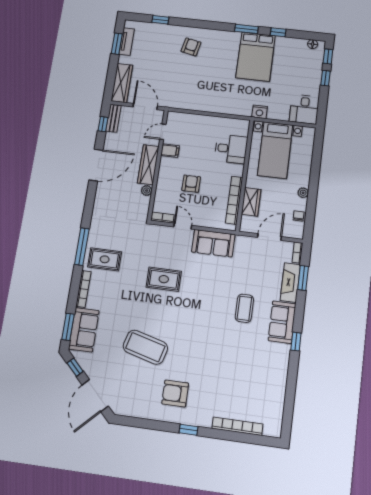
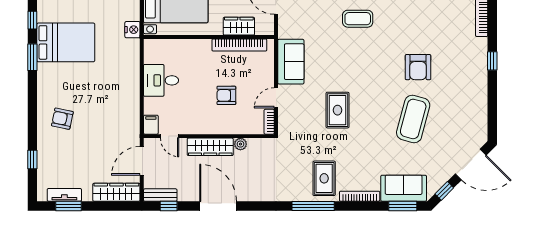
desk: (231, 149) -> (161, 80), moved, turned -90
filing cabinet: (170, 151) -> (151, 125), moved
armchair: (175, 393) -> (418, 67), moved

